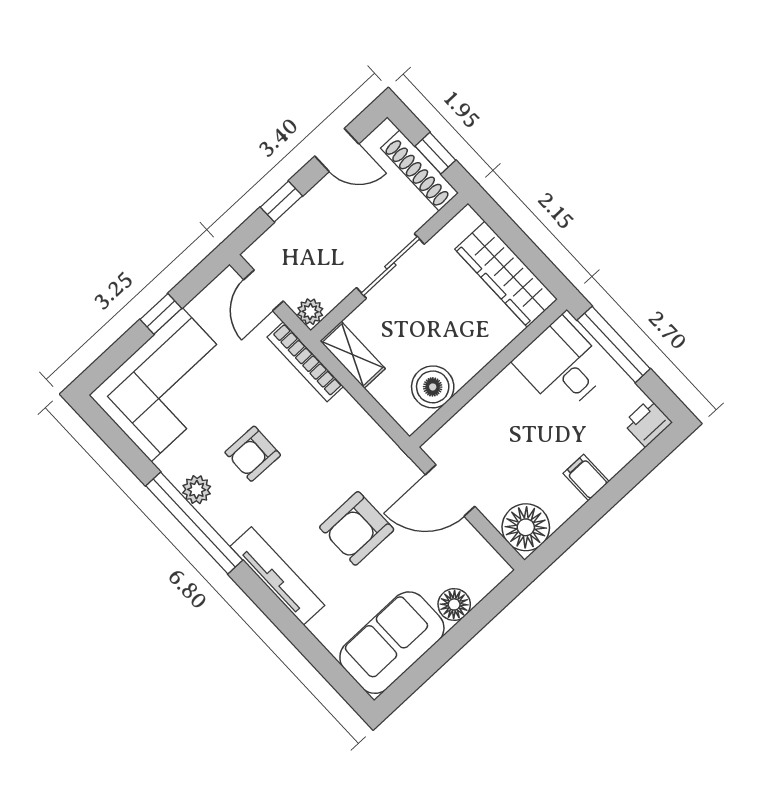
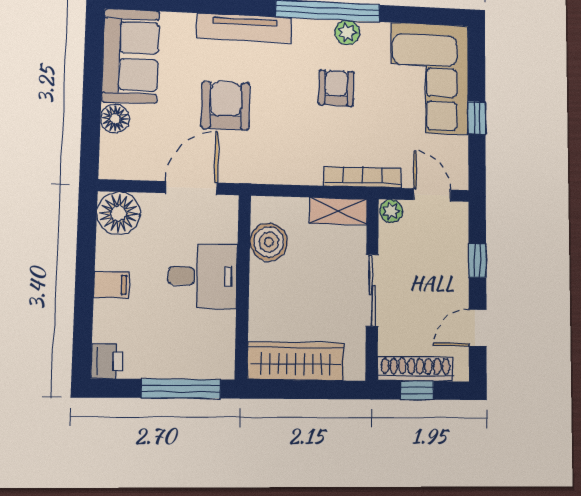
desk: (562, 365) -> (203, 276), moved

